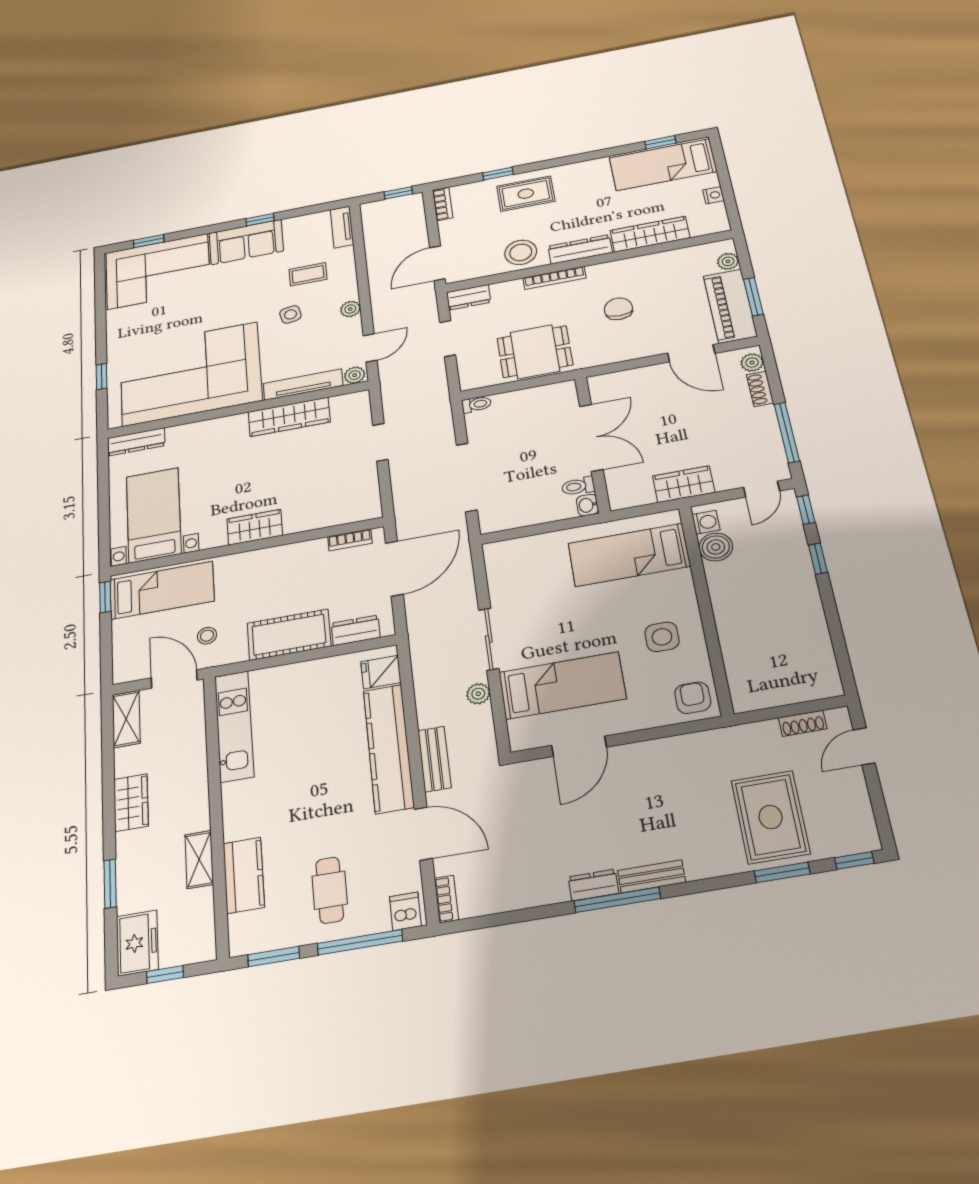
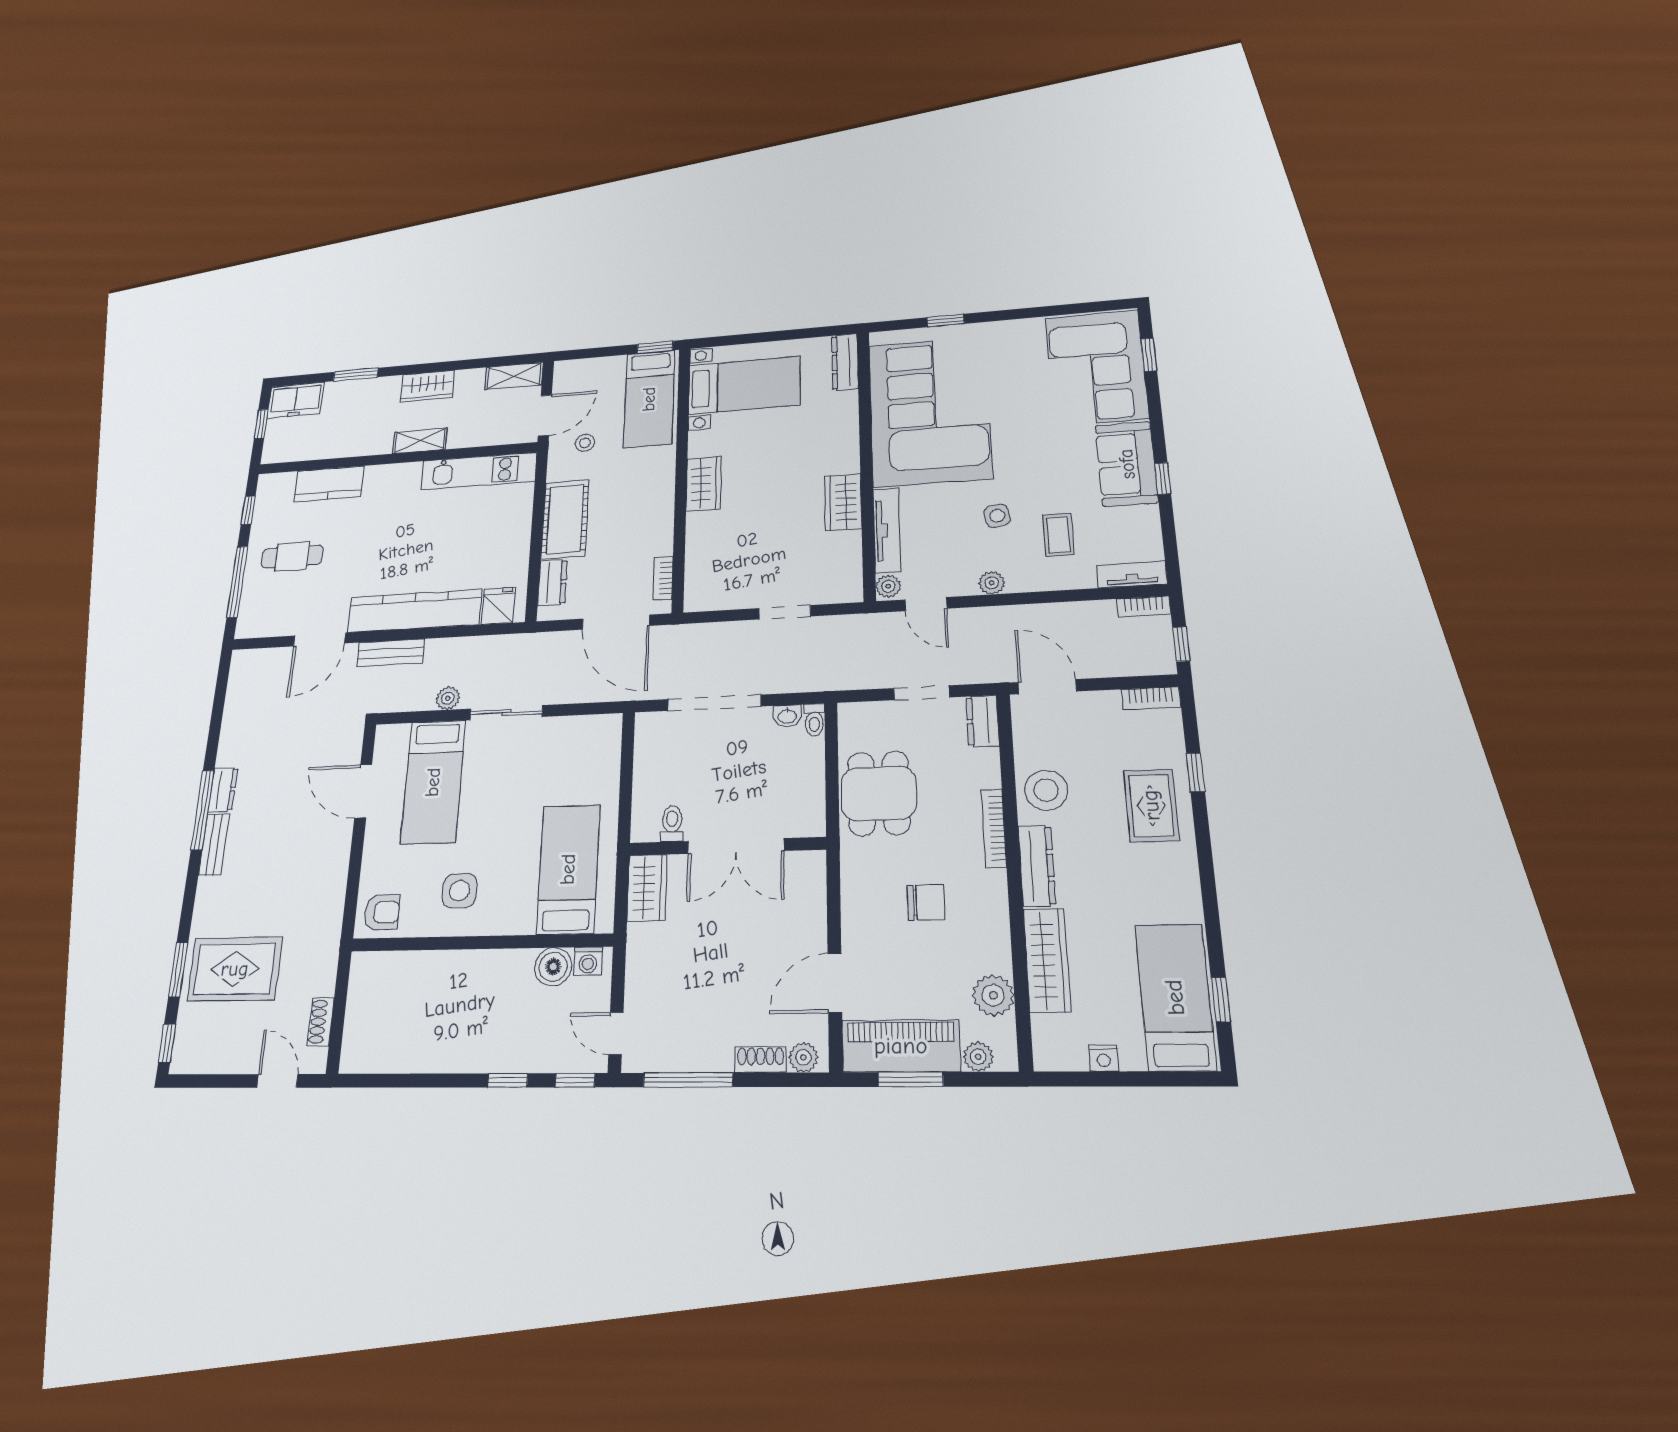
plant: (682, 260) -> (993, 995), added
wardrobe: (289, 417) -> (843, 502), width x0.67
wardrobe: (684, 484) -> (647, 888), moved
washbasin: (587, 505) -> (787, 716), moved, turned 180
shelving: (199, 859) -> (420, 441), moved
bookcase: (446, 899) -> (1144, 607), moved
dishwasher: (405, 911) -> (252, 621), removed
window: (274, 957) -> (248, 510), width x0.67

